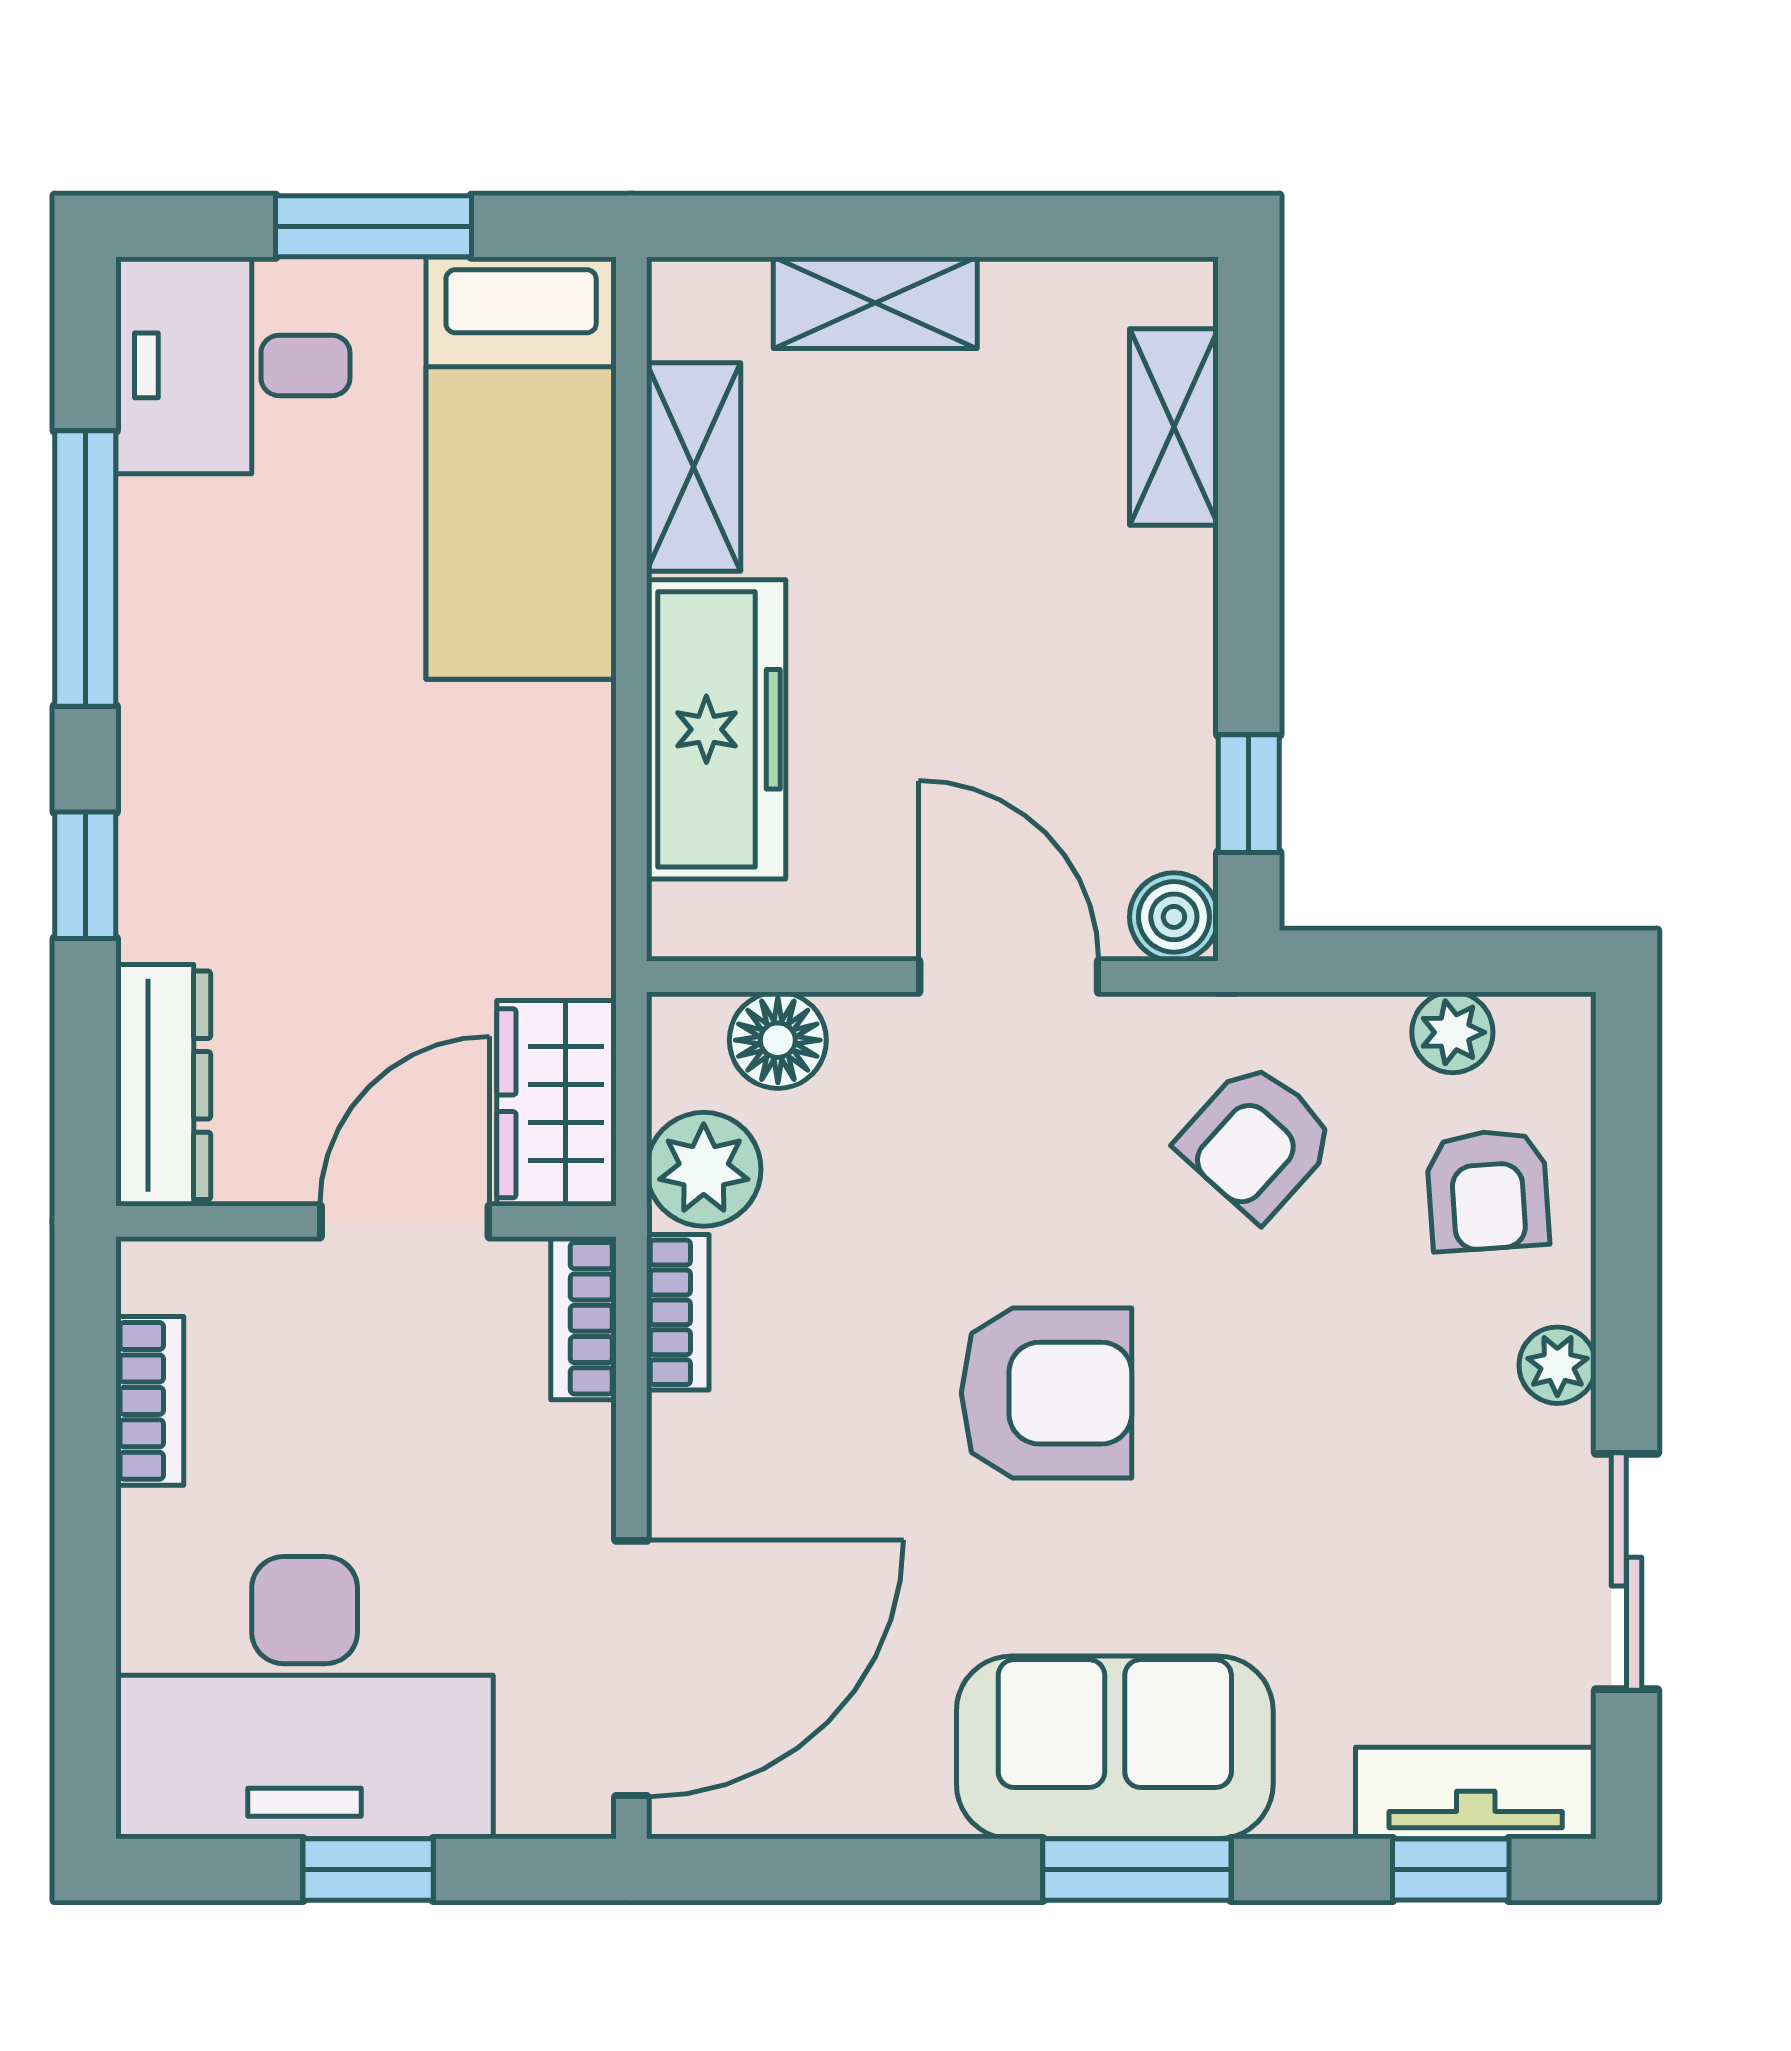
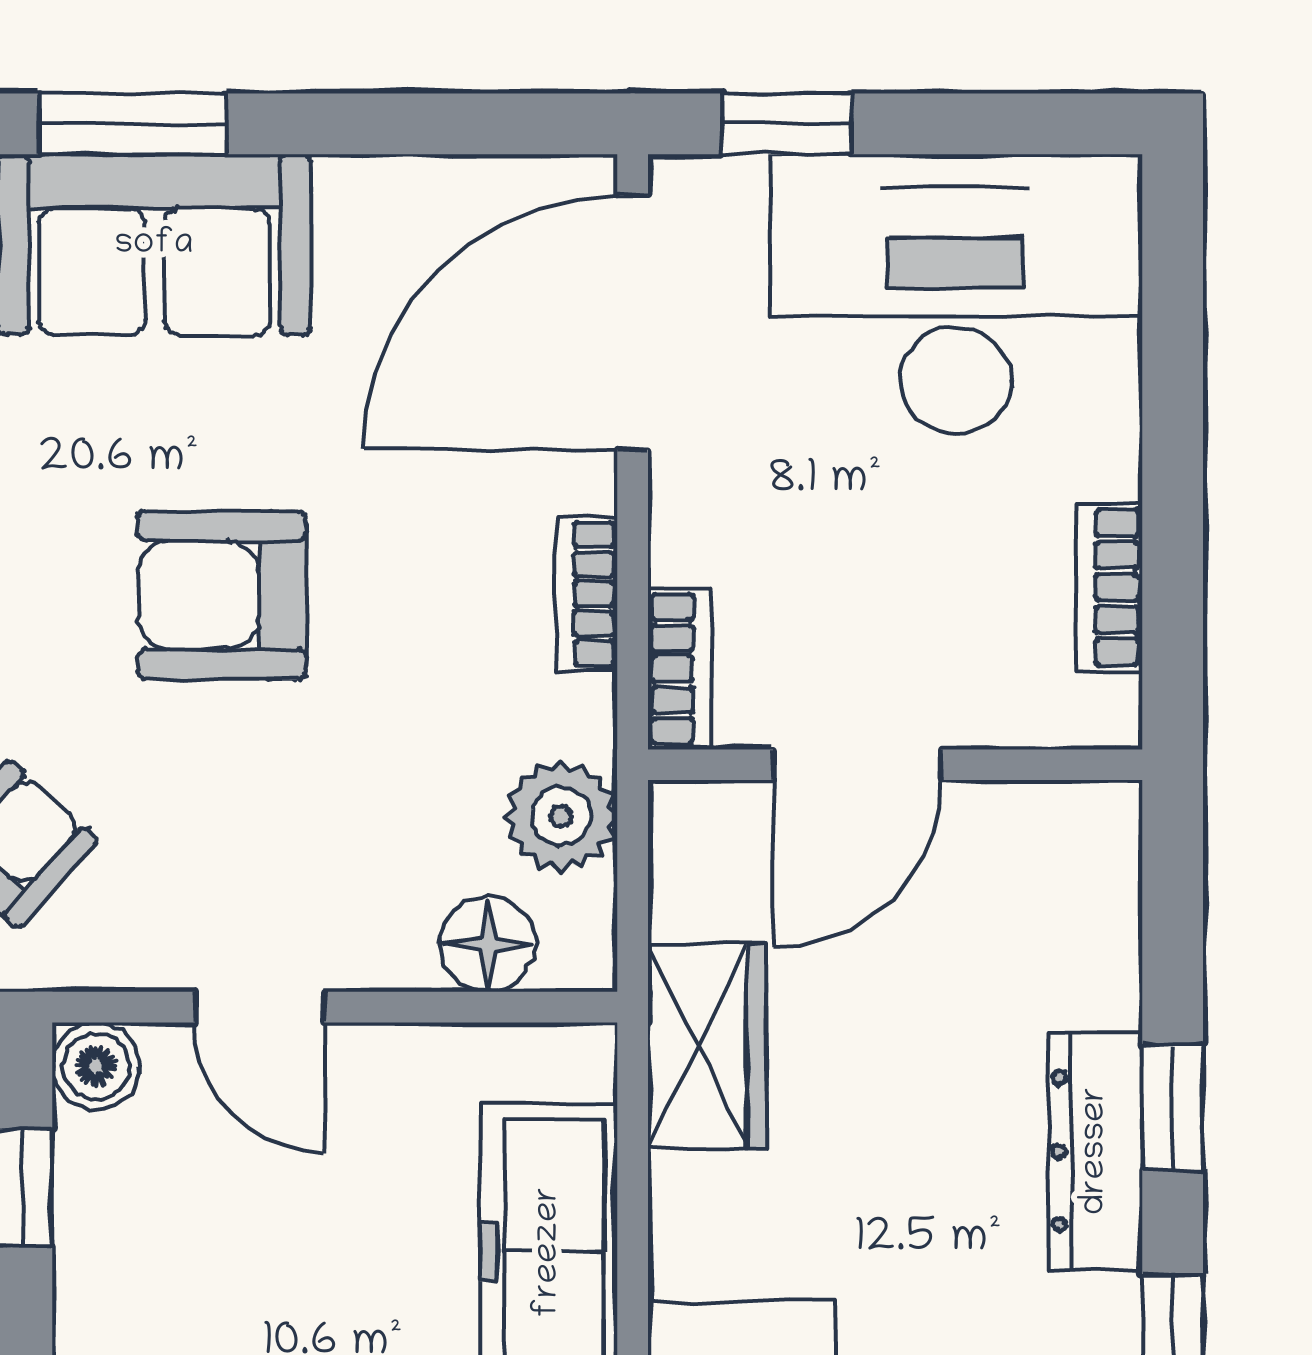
door: (1009, 976) -> (259, 1007), width x0.73
dresser: (163, 1085) -> (1096, 1151), moved
wardrobe: (556, 1103) -> (707, 1046), moved
bookcase: (678, 1312) -> (587, 594), moved
window: (368, 1869) -> (786, 124), moved

